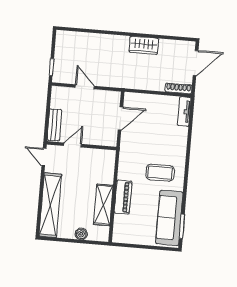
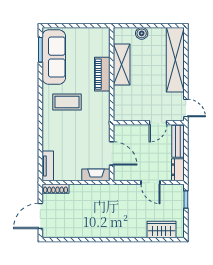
wardrobe: (144, 45) -> (162, 229), moved
dresser: (57, 97) -> (178, 170), added
fireplace: (138, 99) -> (96, 175), added
door: (120, 118) -> (112, 153), swing flipped

